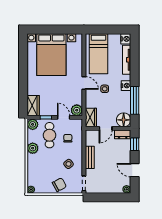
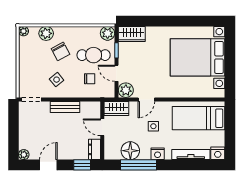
door: (84, 83) -> (146, 99), moved
door: (64, 117) -> (116, 73), swing flipped
floor lamp: (124, 120) -> (130, 151), moved
plant: (33, 148) -> (46, 33), moved
chair: (59, 185) -> (61, 51), moved

